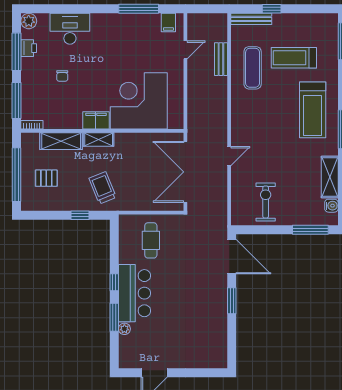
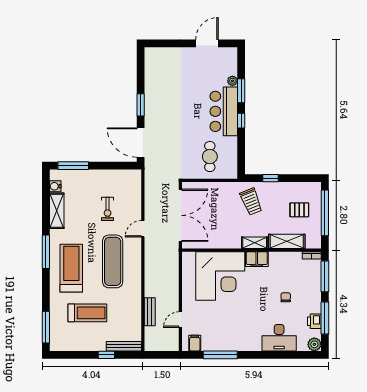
exercise mat: (253, 68) -> (113, 261), moved, width x1.36, depth x1.45
exercise bike: (266, 202) -> (108, 209), moved, width x0.73, depth x0.72

